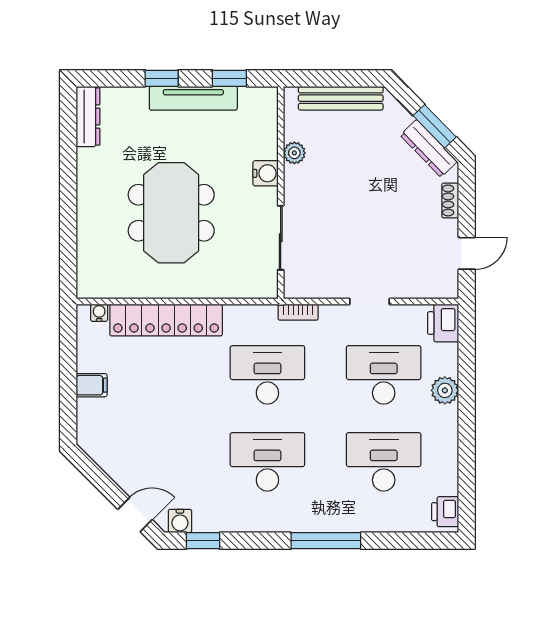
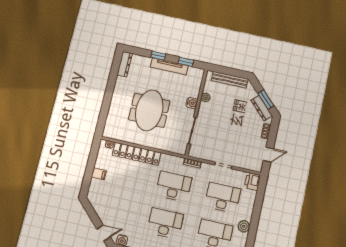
plant: (445, 390) -> (244, 226), moved

